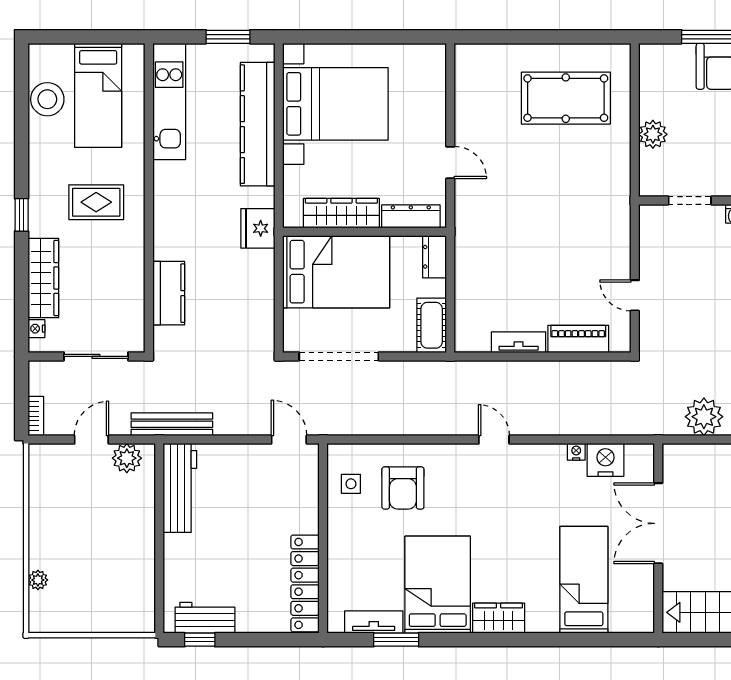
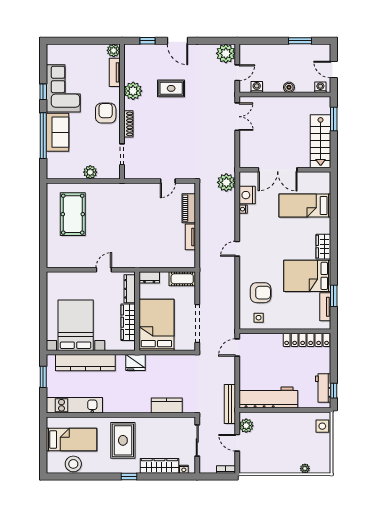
rug: (96, 202) -> (123, 440), width x1.36, depth x1.43
plant: (704, 417) -> (226, 182), moved
workbench: (180, 488) -> (268, 398), width x1.36, depth x1.32
side table: (126, 616) -> (322, 426), added

